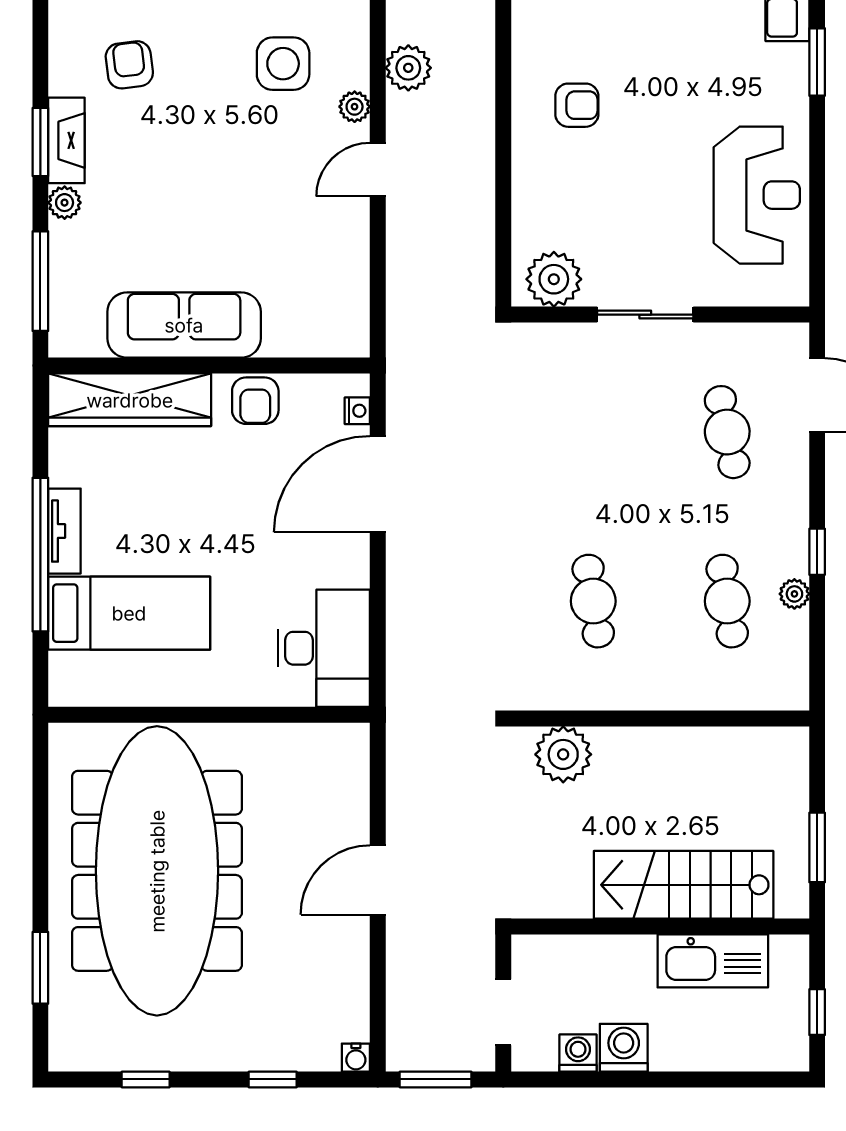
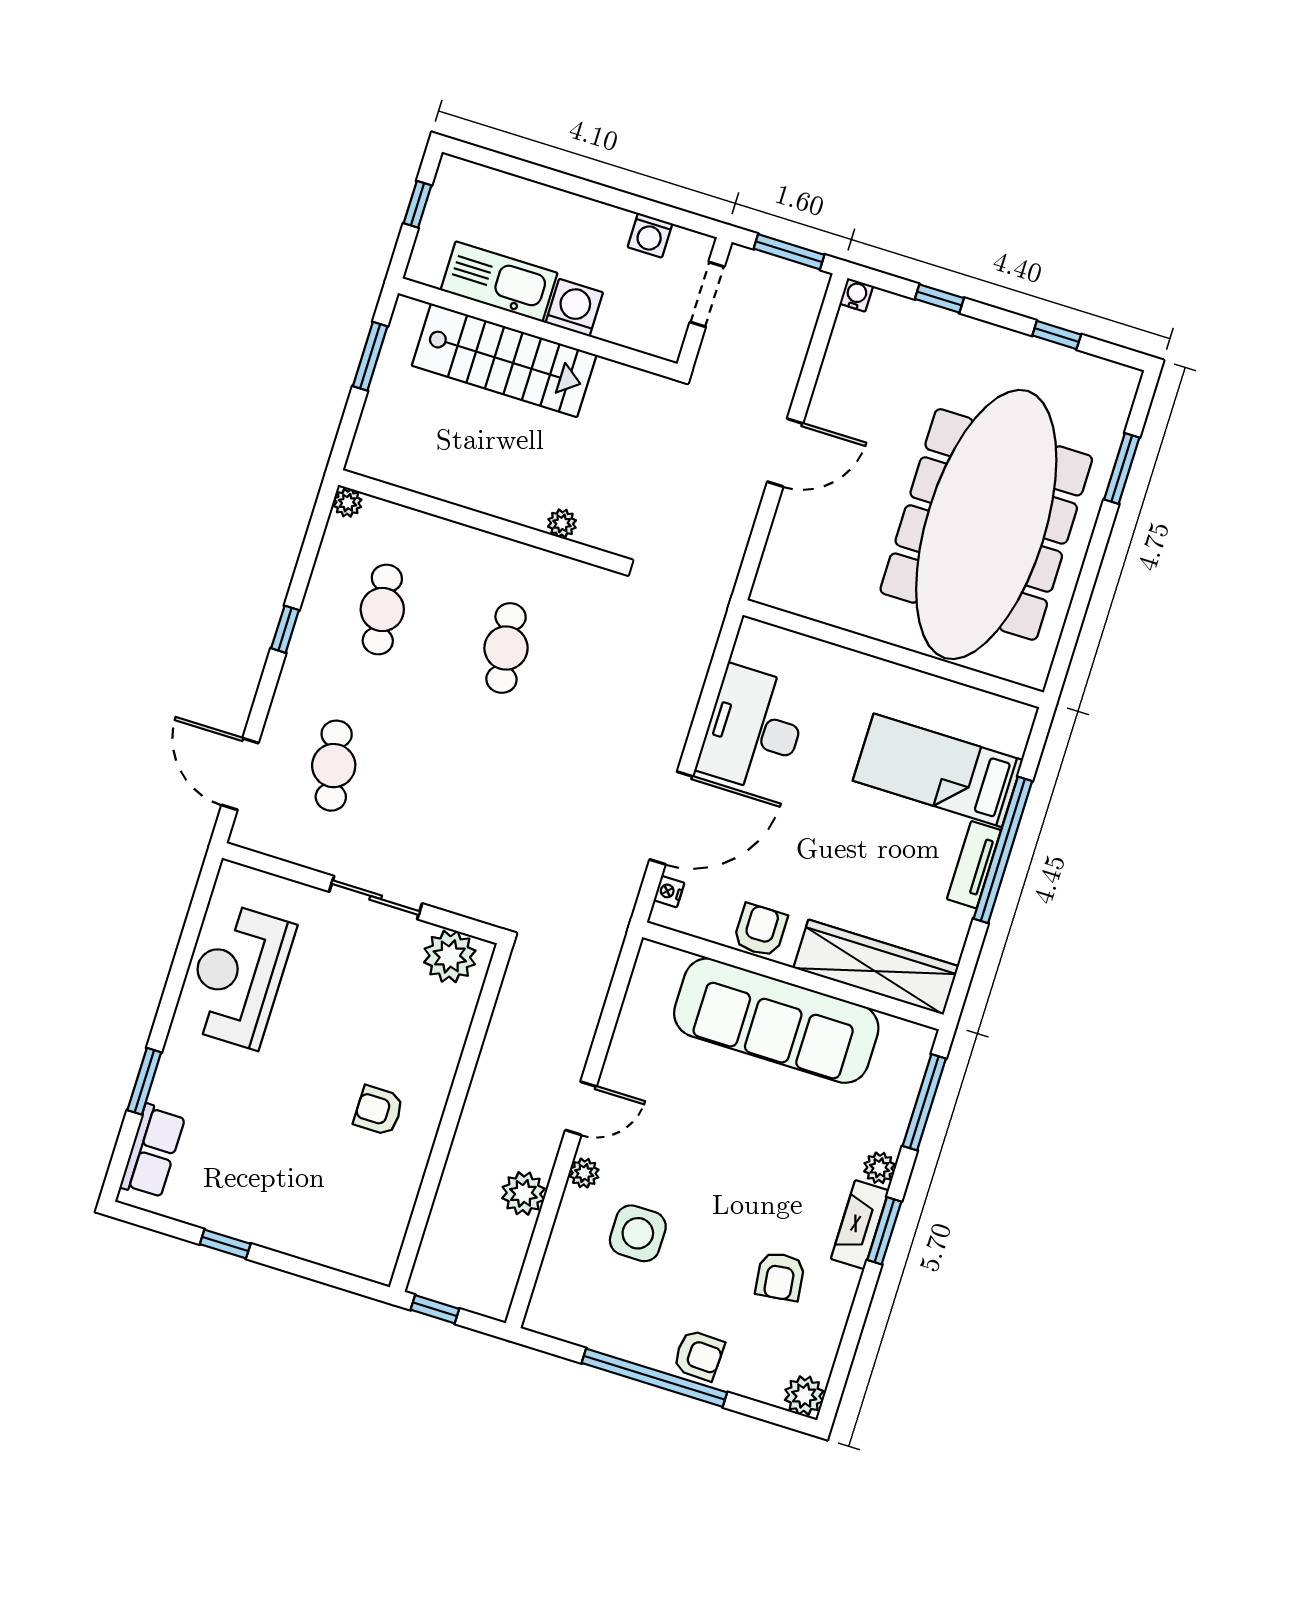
sofa: (184, 325) -> (776, 1021), width x1.36, depth x1.27
plant: (794, 594) -> (348, 503), moved
desk: (324, 648) -> (753, 729), moved
plant: (563, 754) -> (562, 523), width x0.53, depth x0.53
washing machine: (624, 1048) -> (574, 308), moved, turned 180

